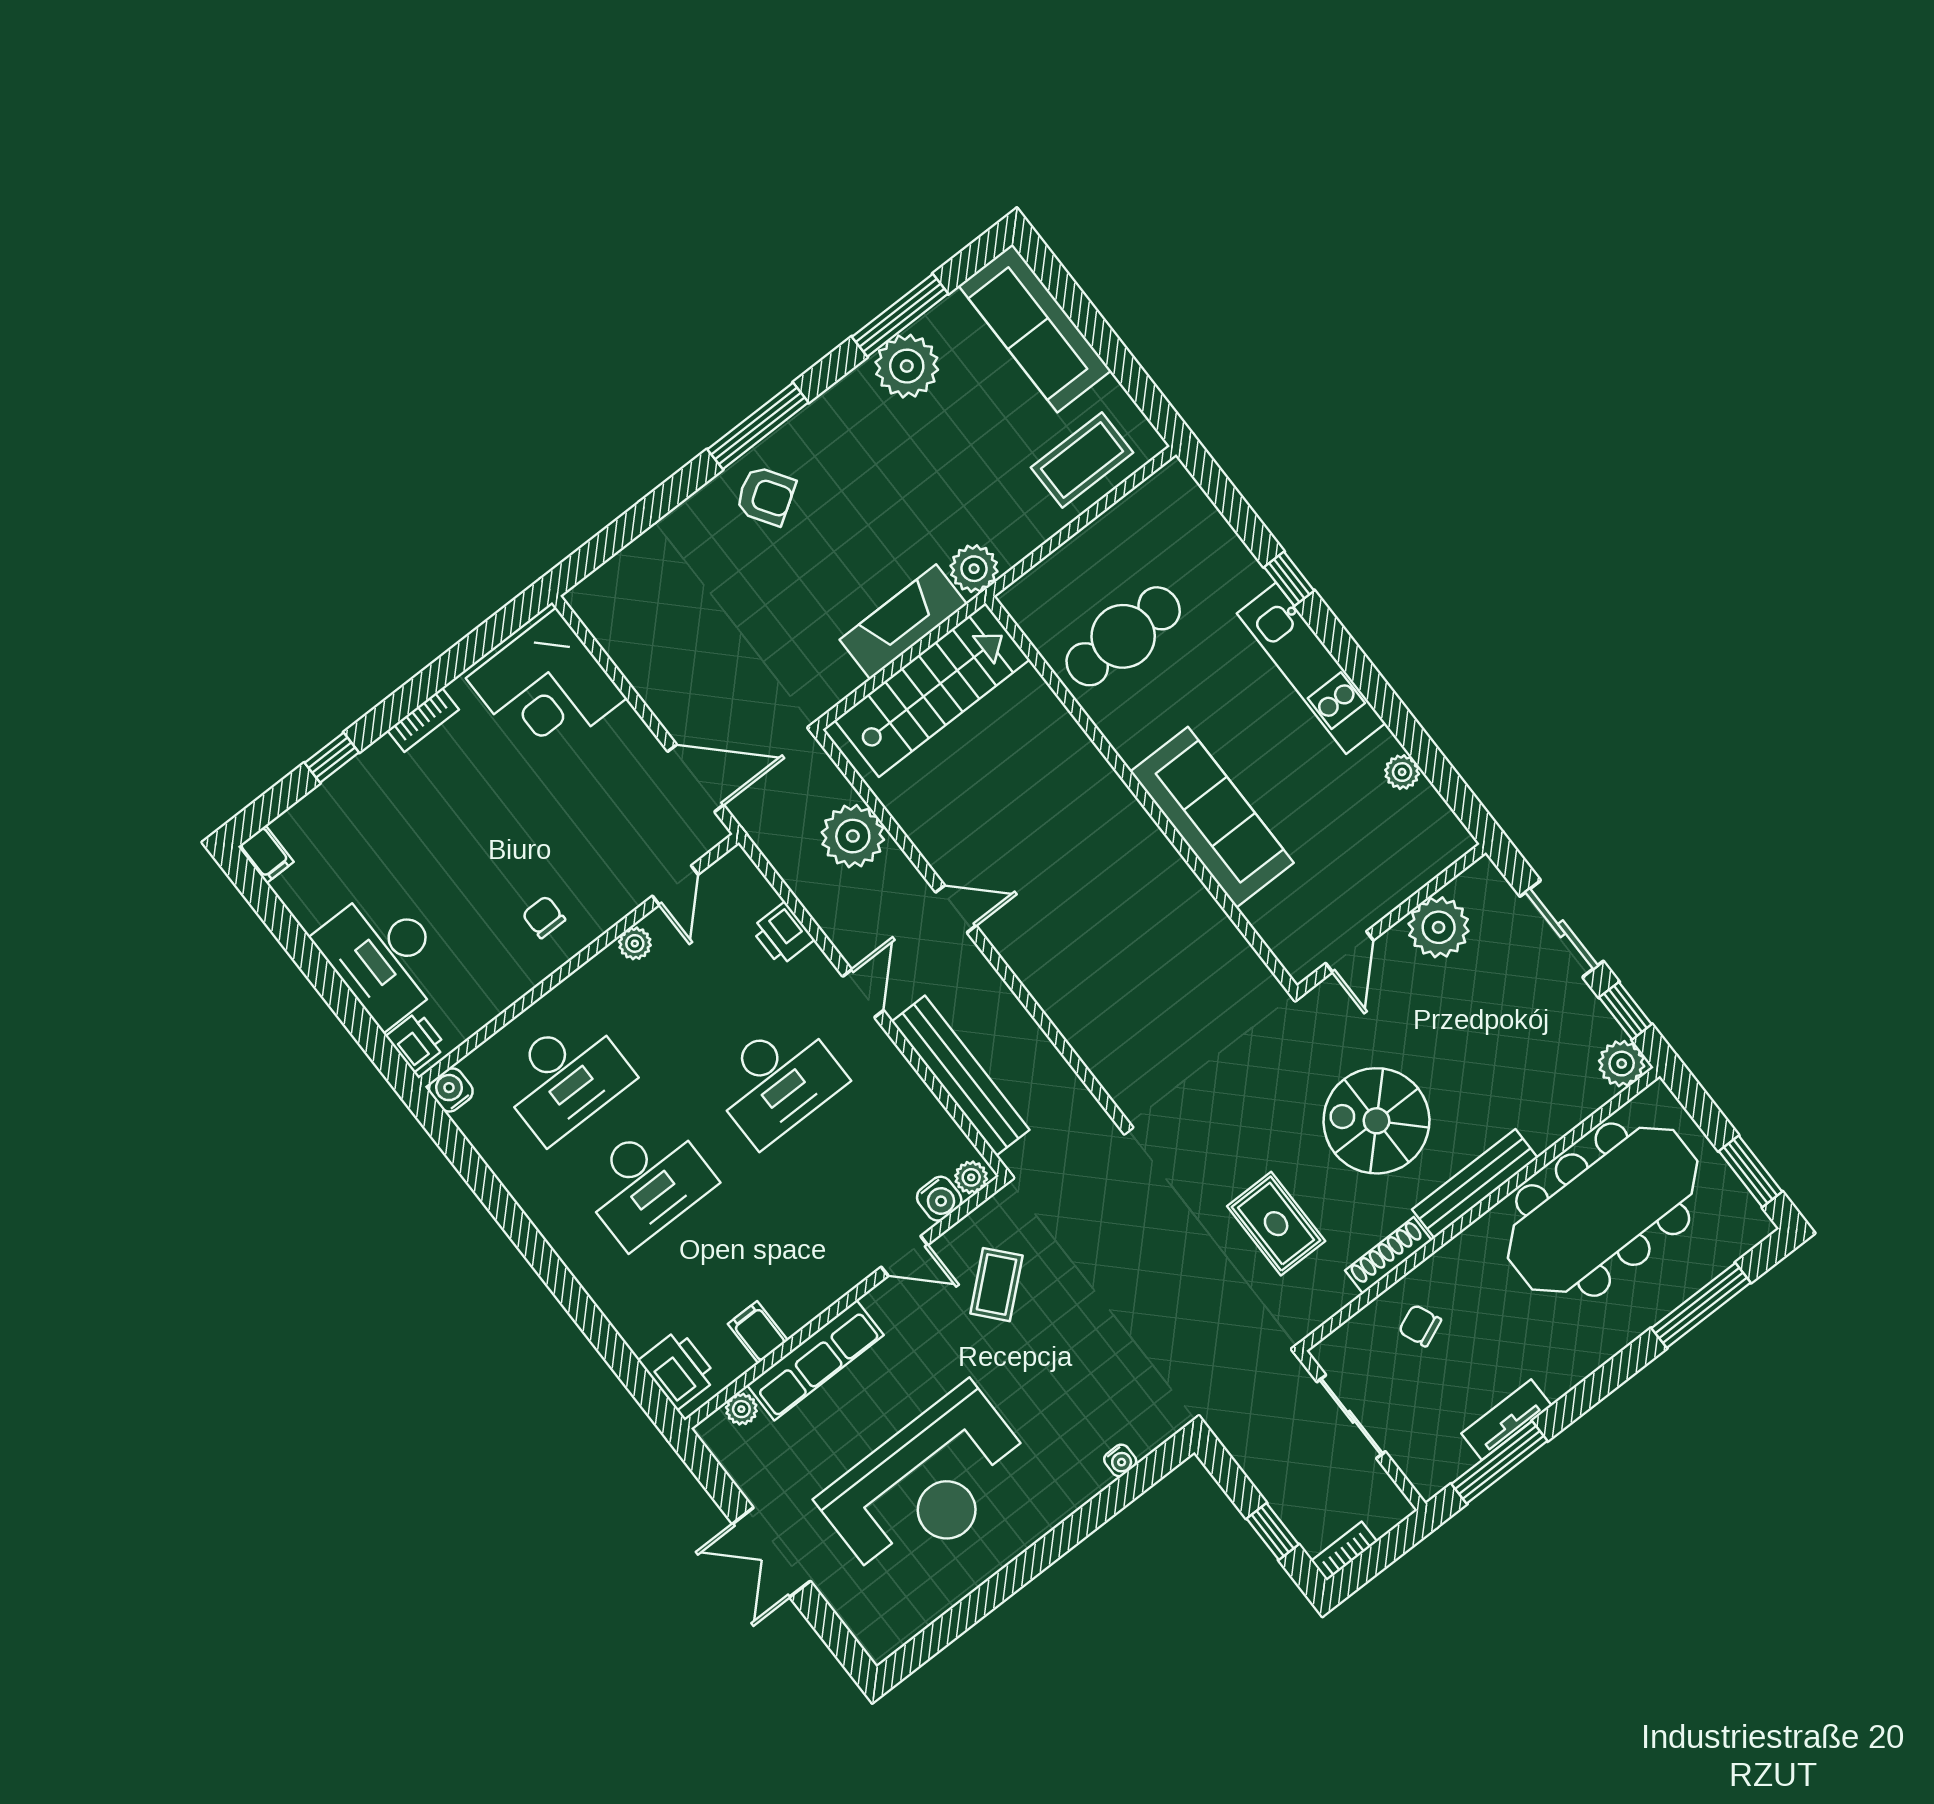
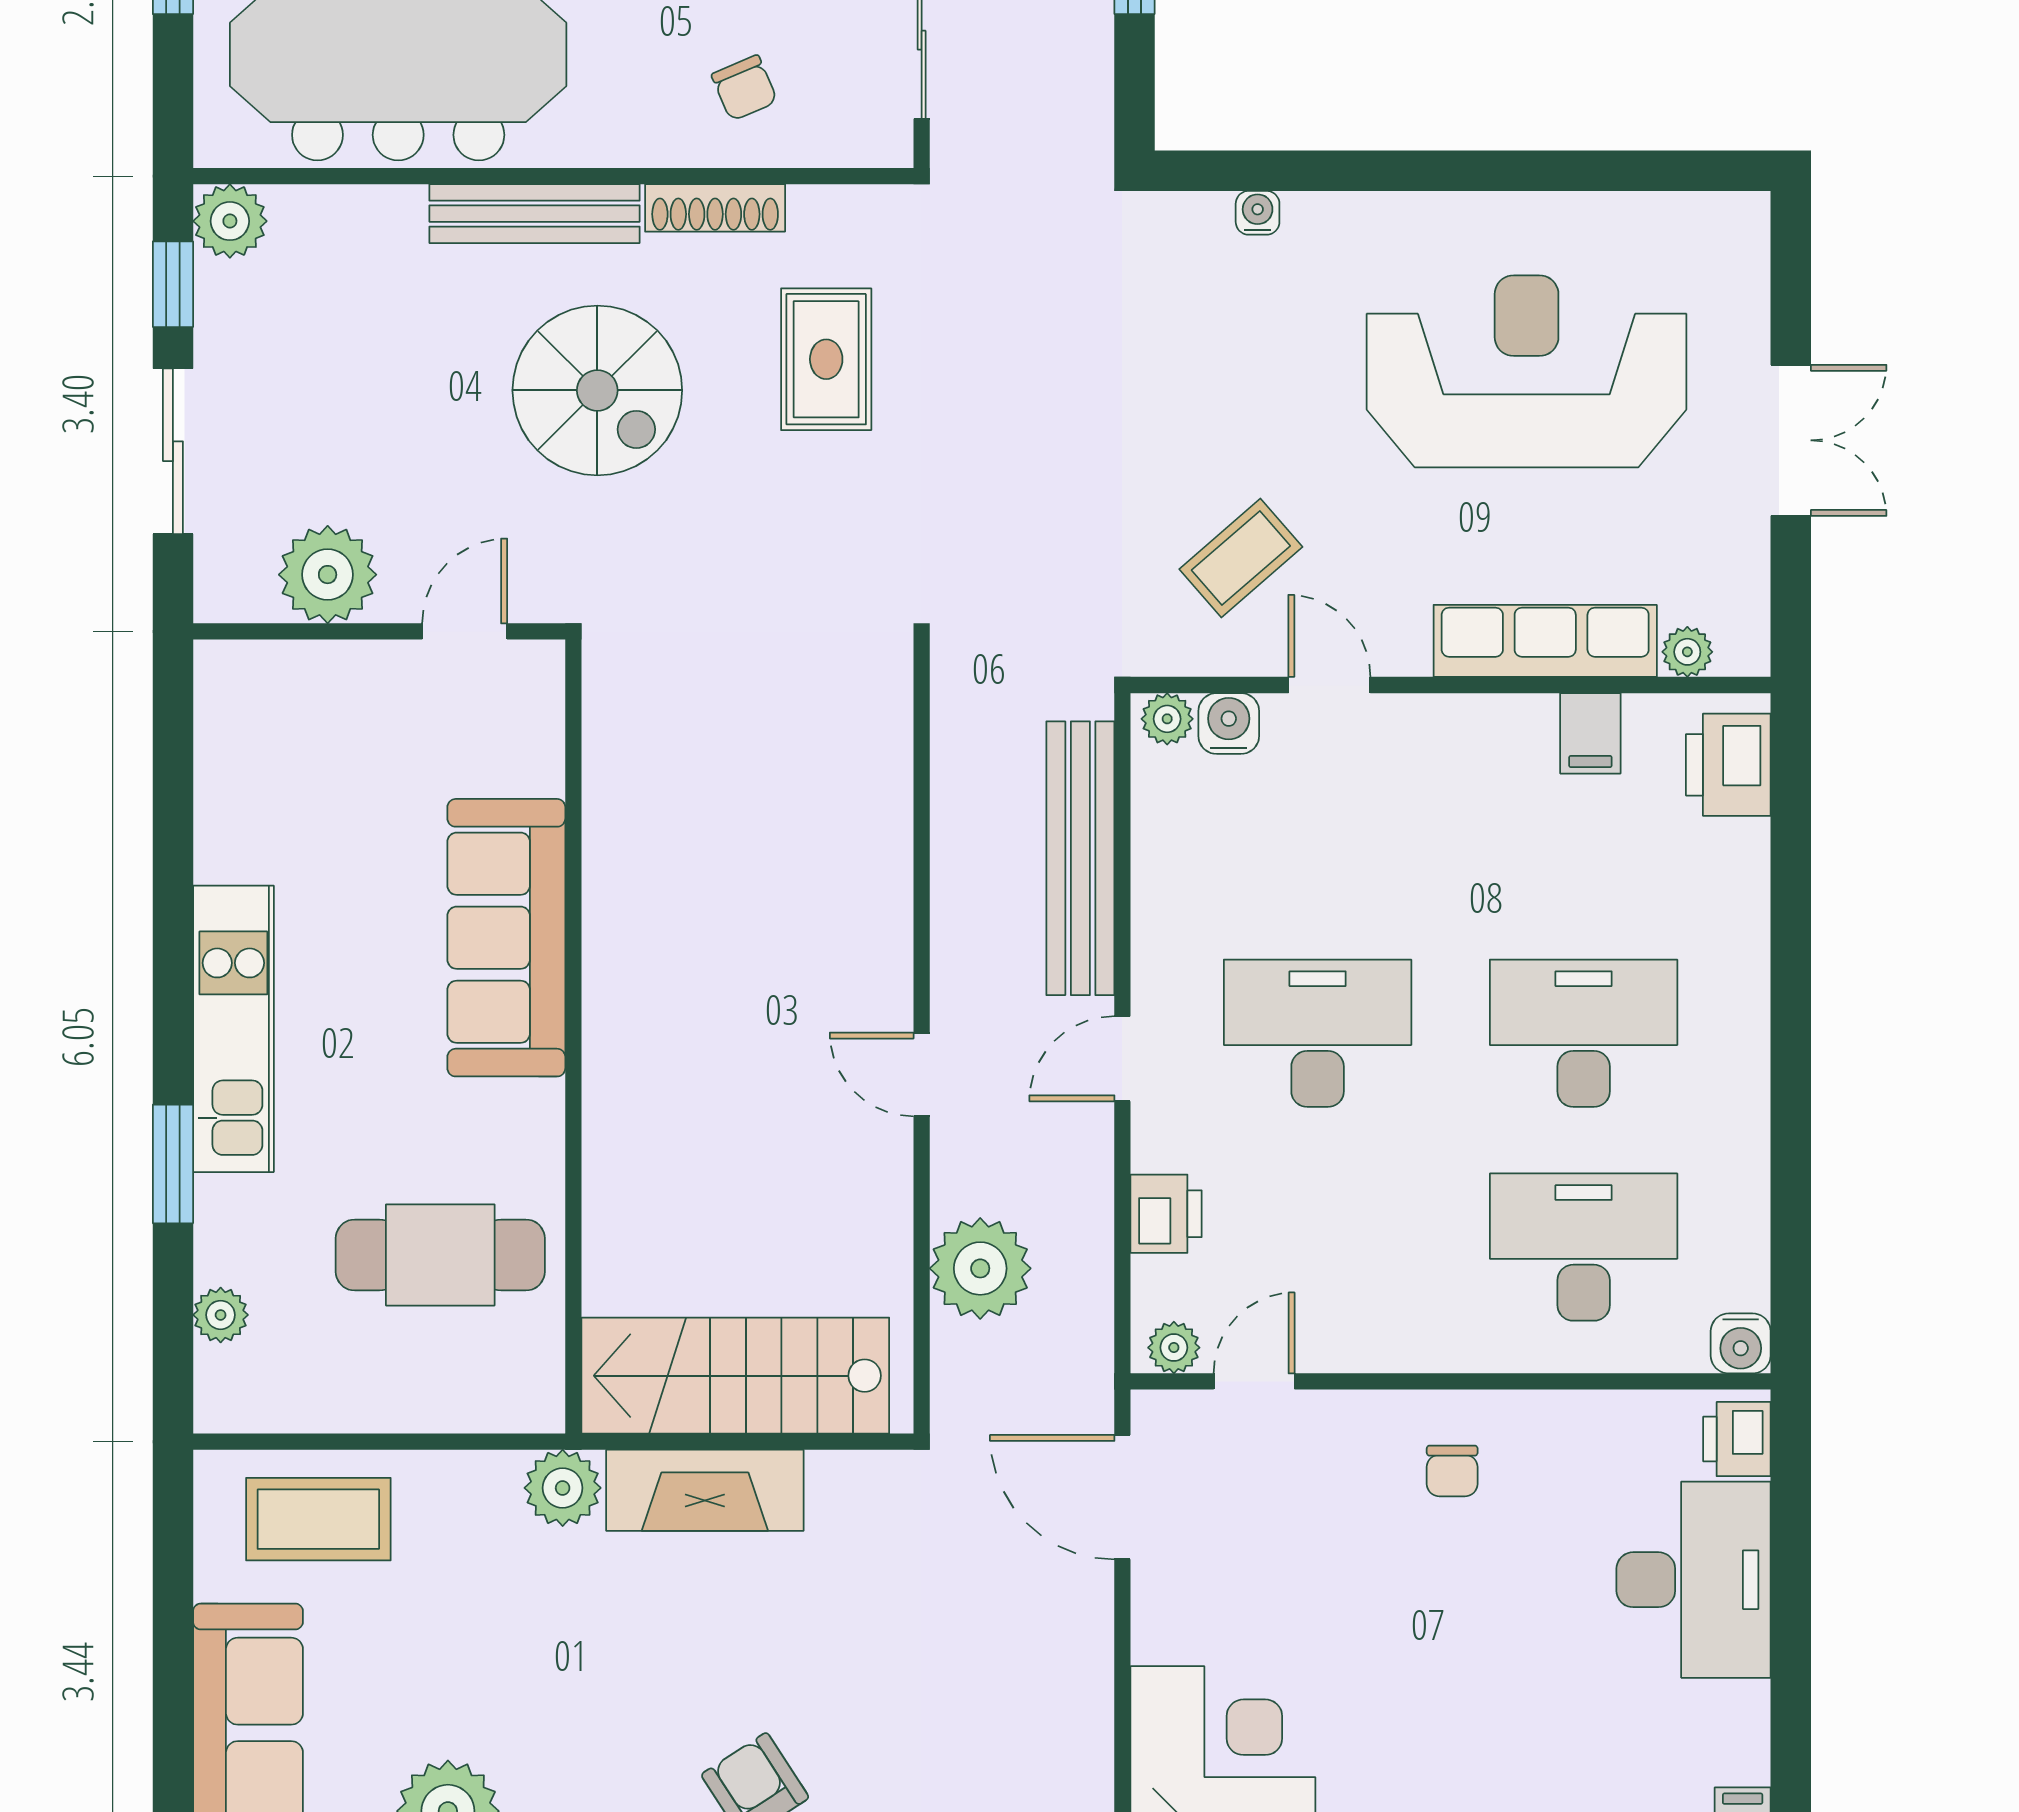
window: (1289, 579) -> (173, 1164), width x1.50
plant: (1402, 772) -> (221, 1315), moved
plant: (635, 943) -> (1174, 1348), moved

